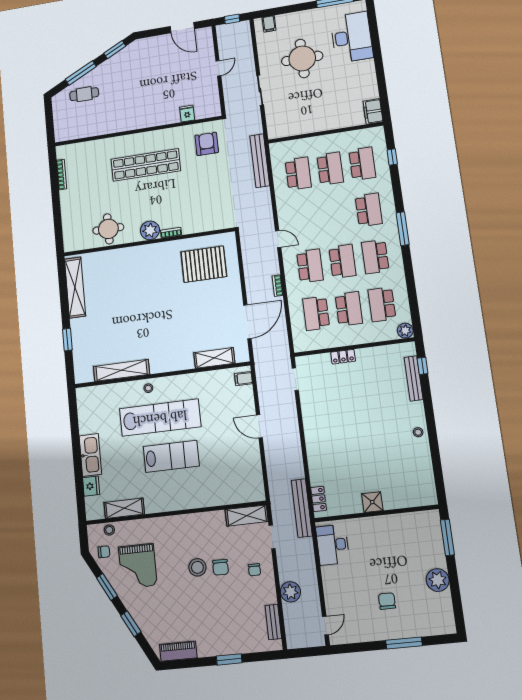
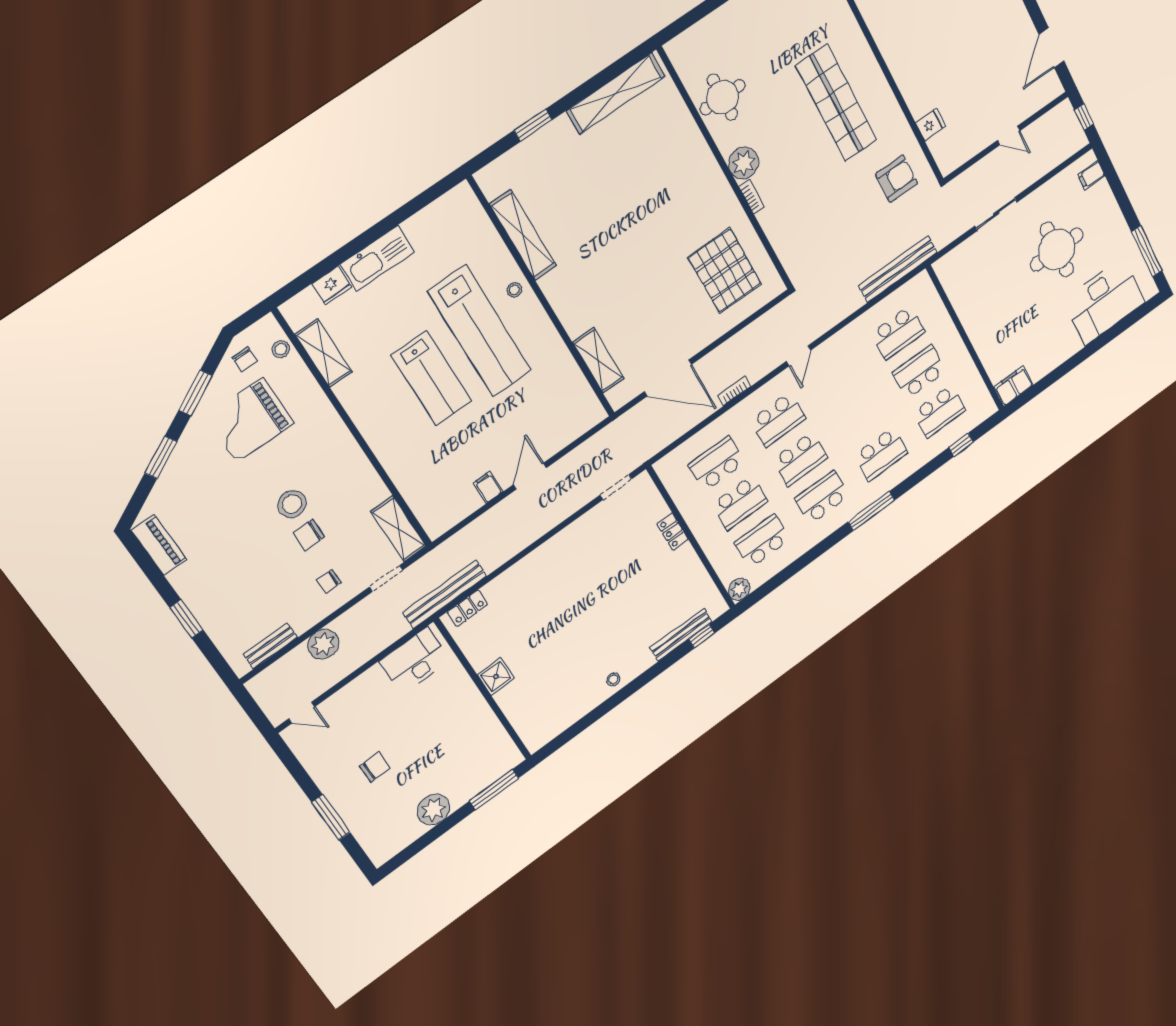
school desk: (330, 169) -> (919, 372), turned 180
filing cabinet: (243, 379) -> (488, 487), moved

